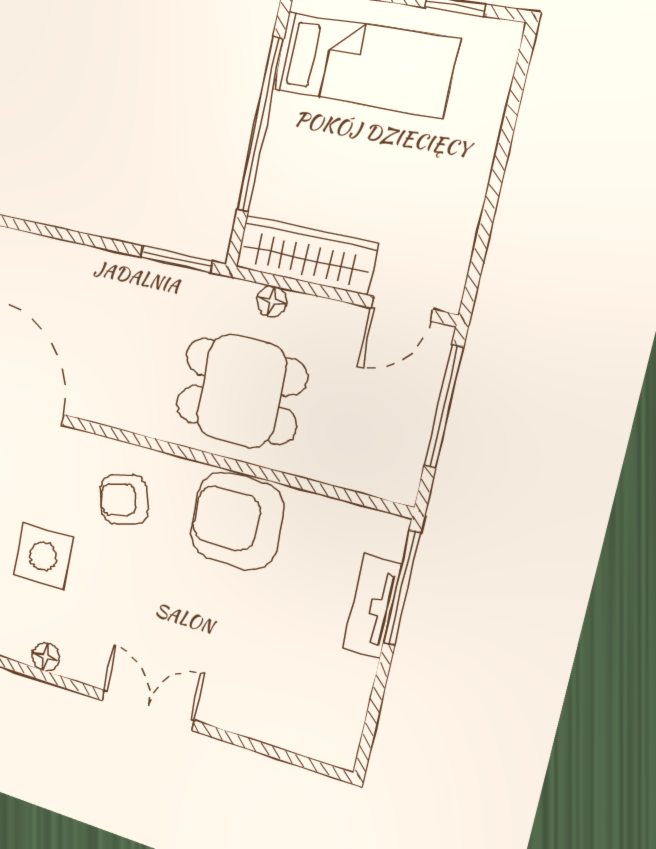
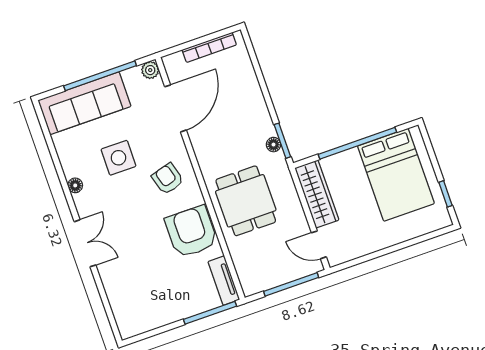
bed: (365, 64) -> (396, 175), width x1.50
floor lamp: (272, 301) -> (273, 145), moved
tv unit: (372, 606) -> (224, 281), moved, turned -90

